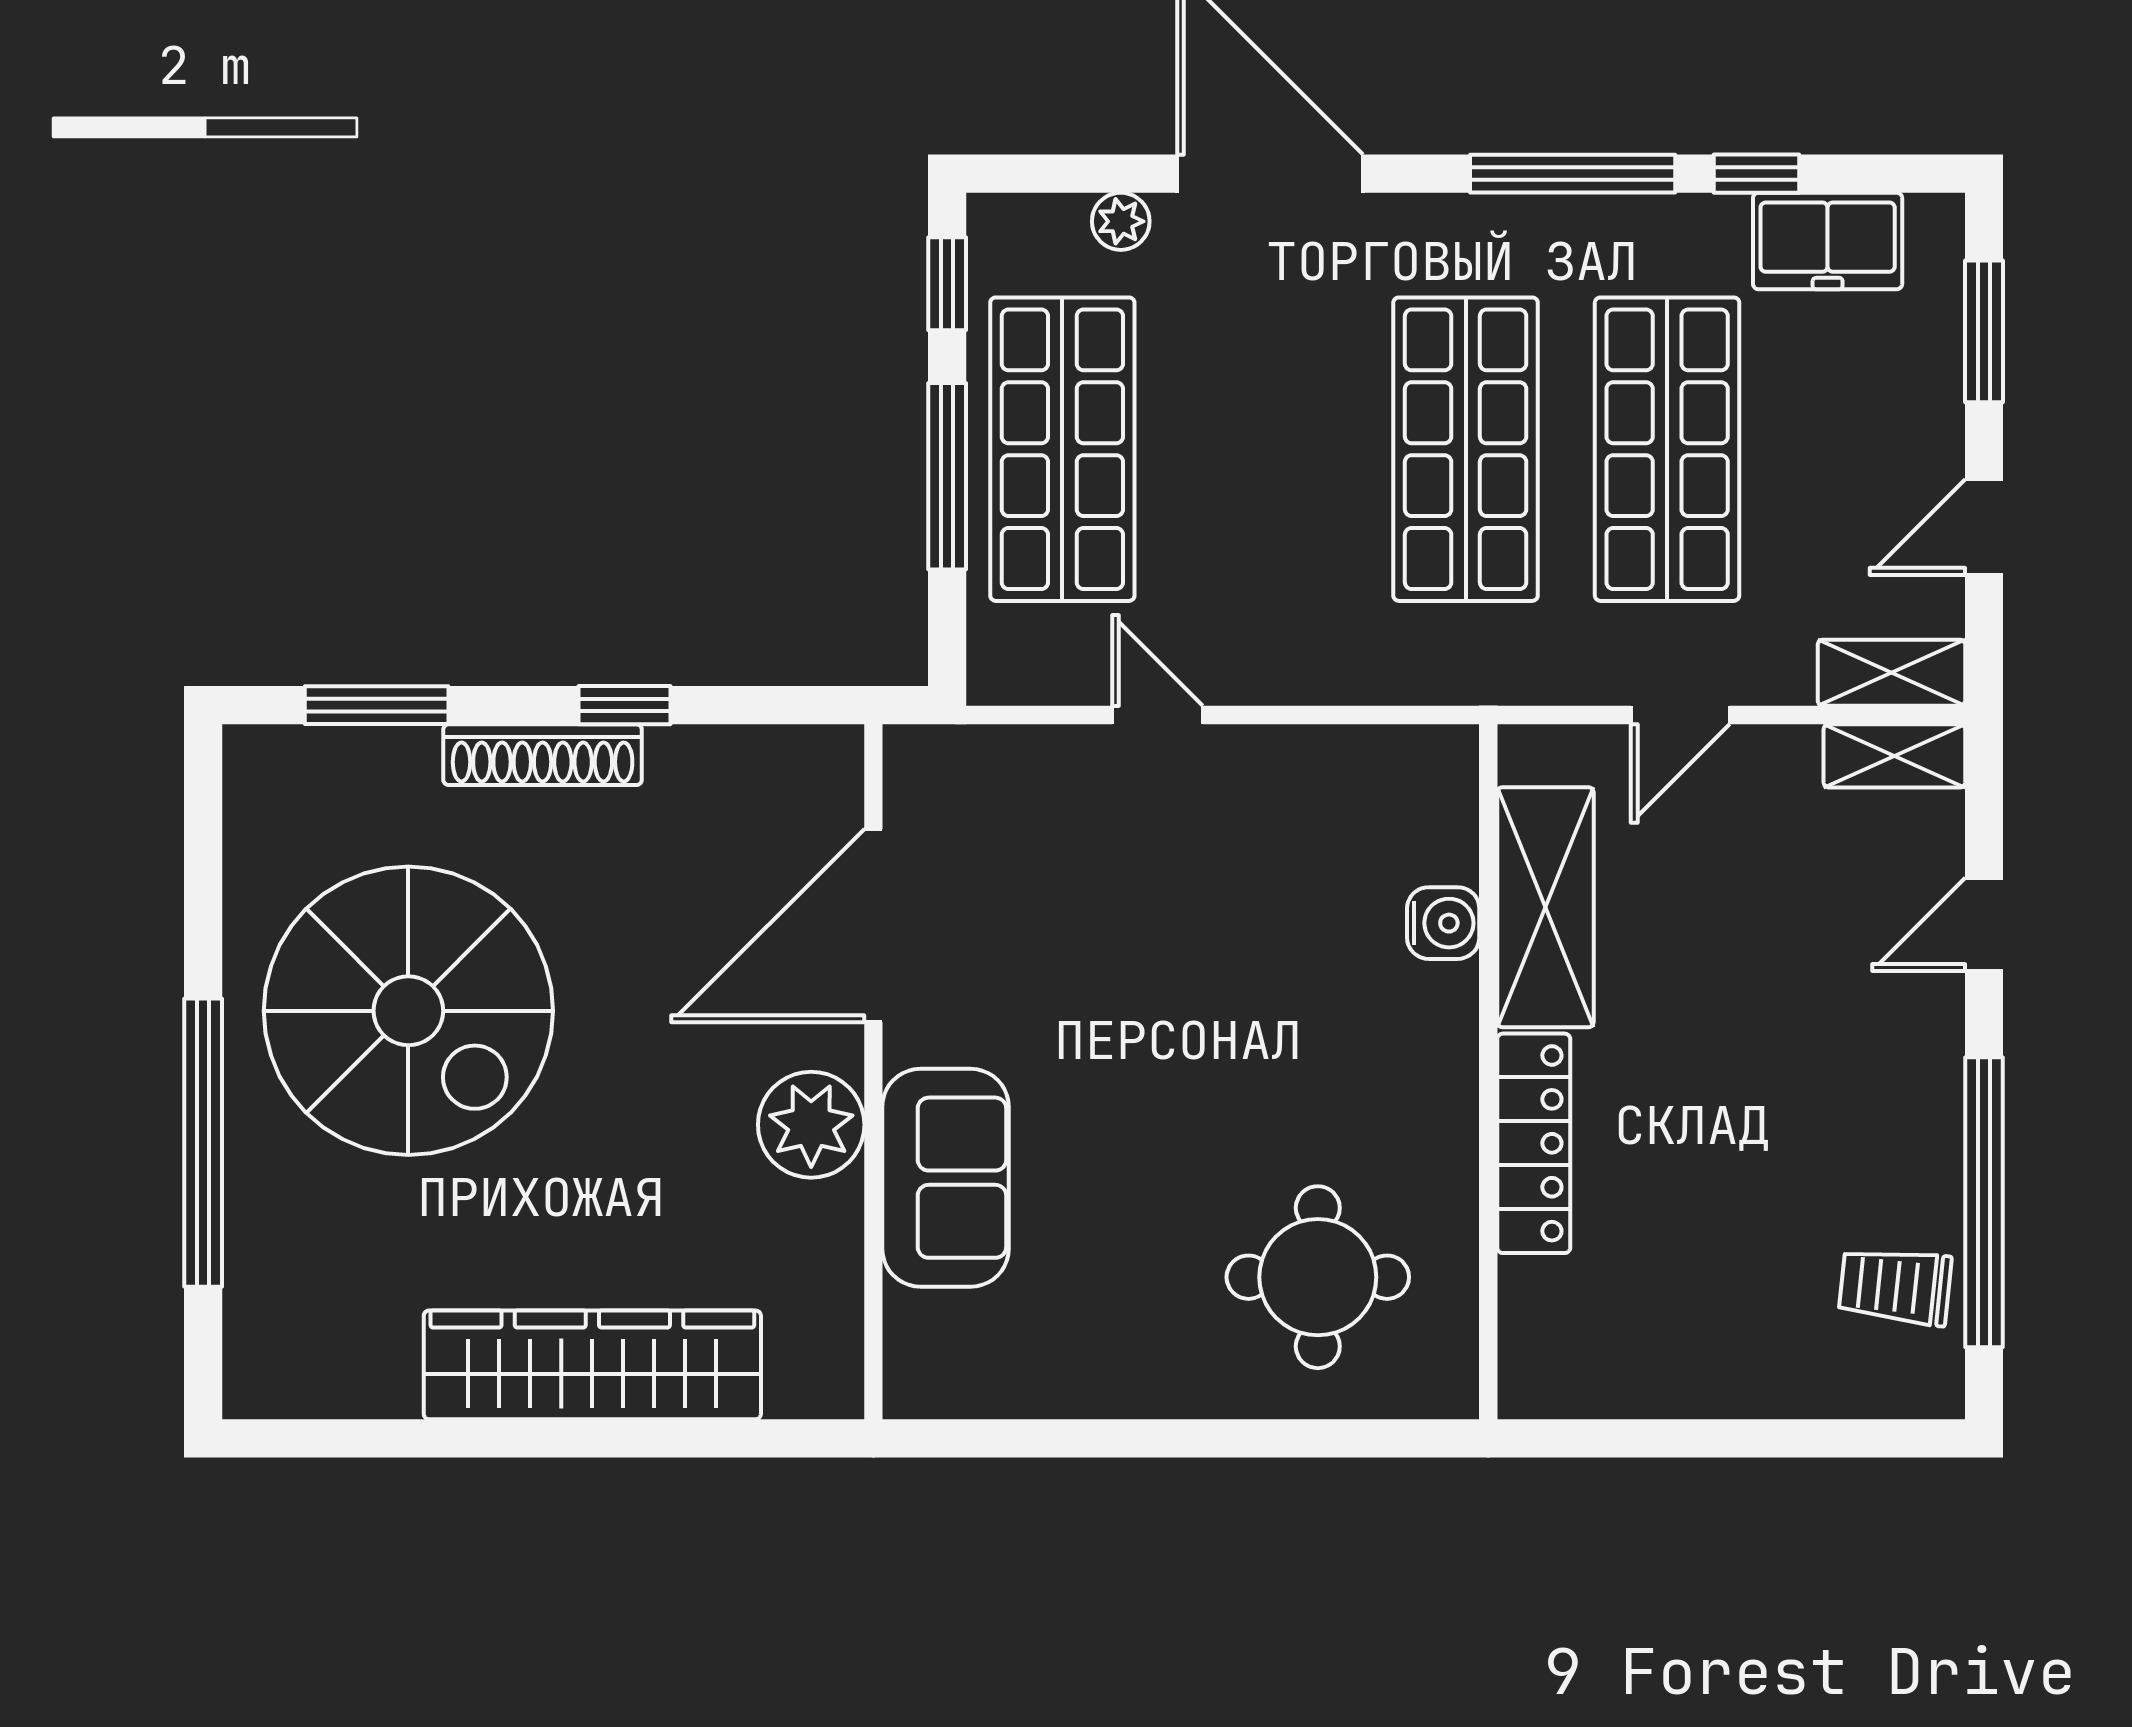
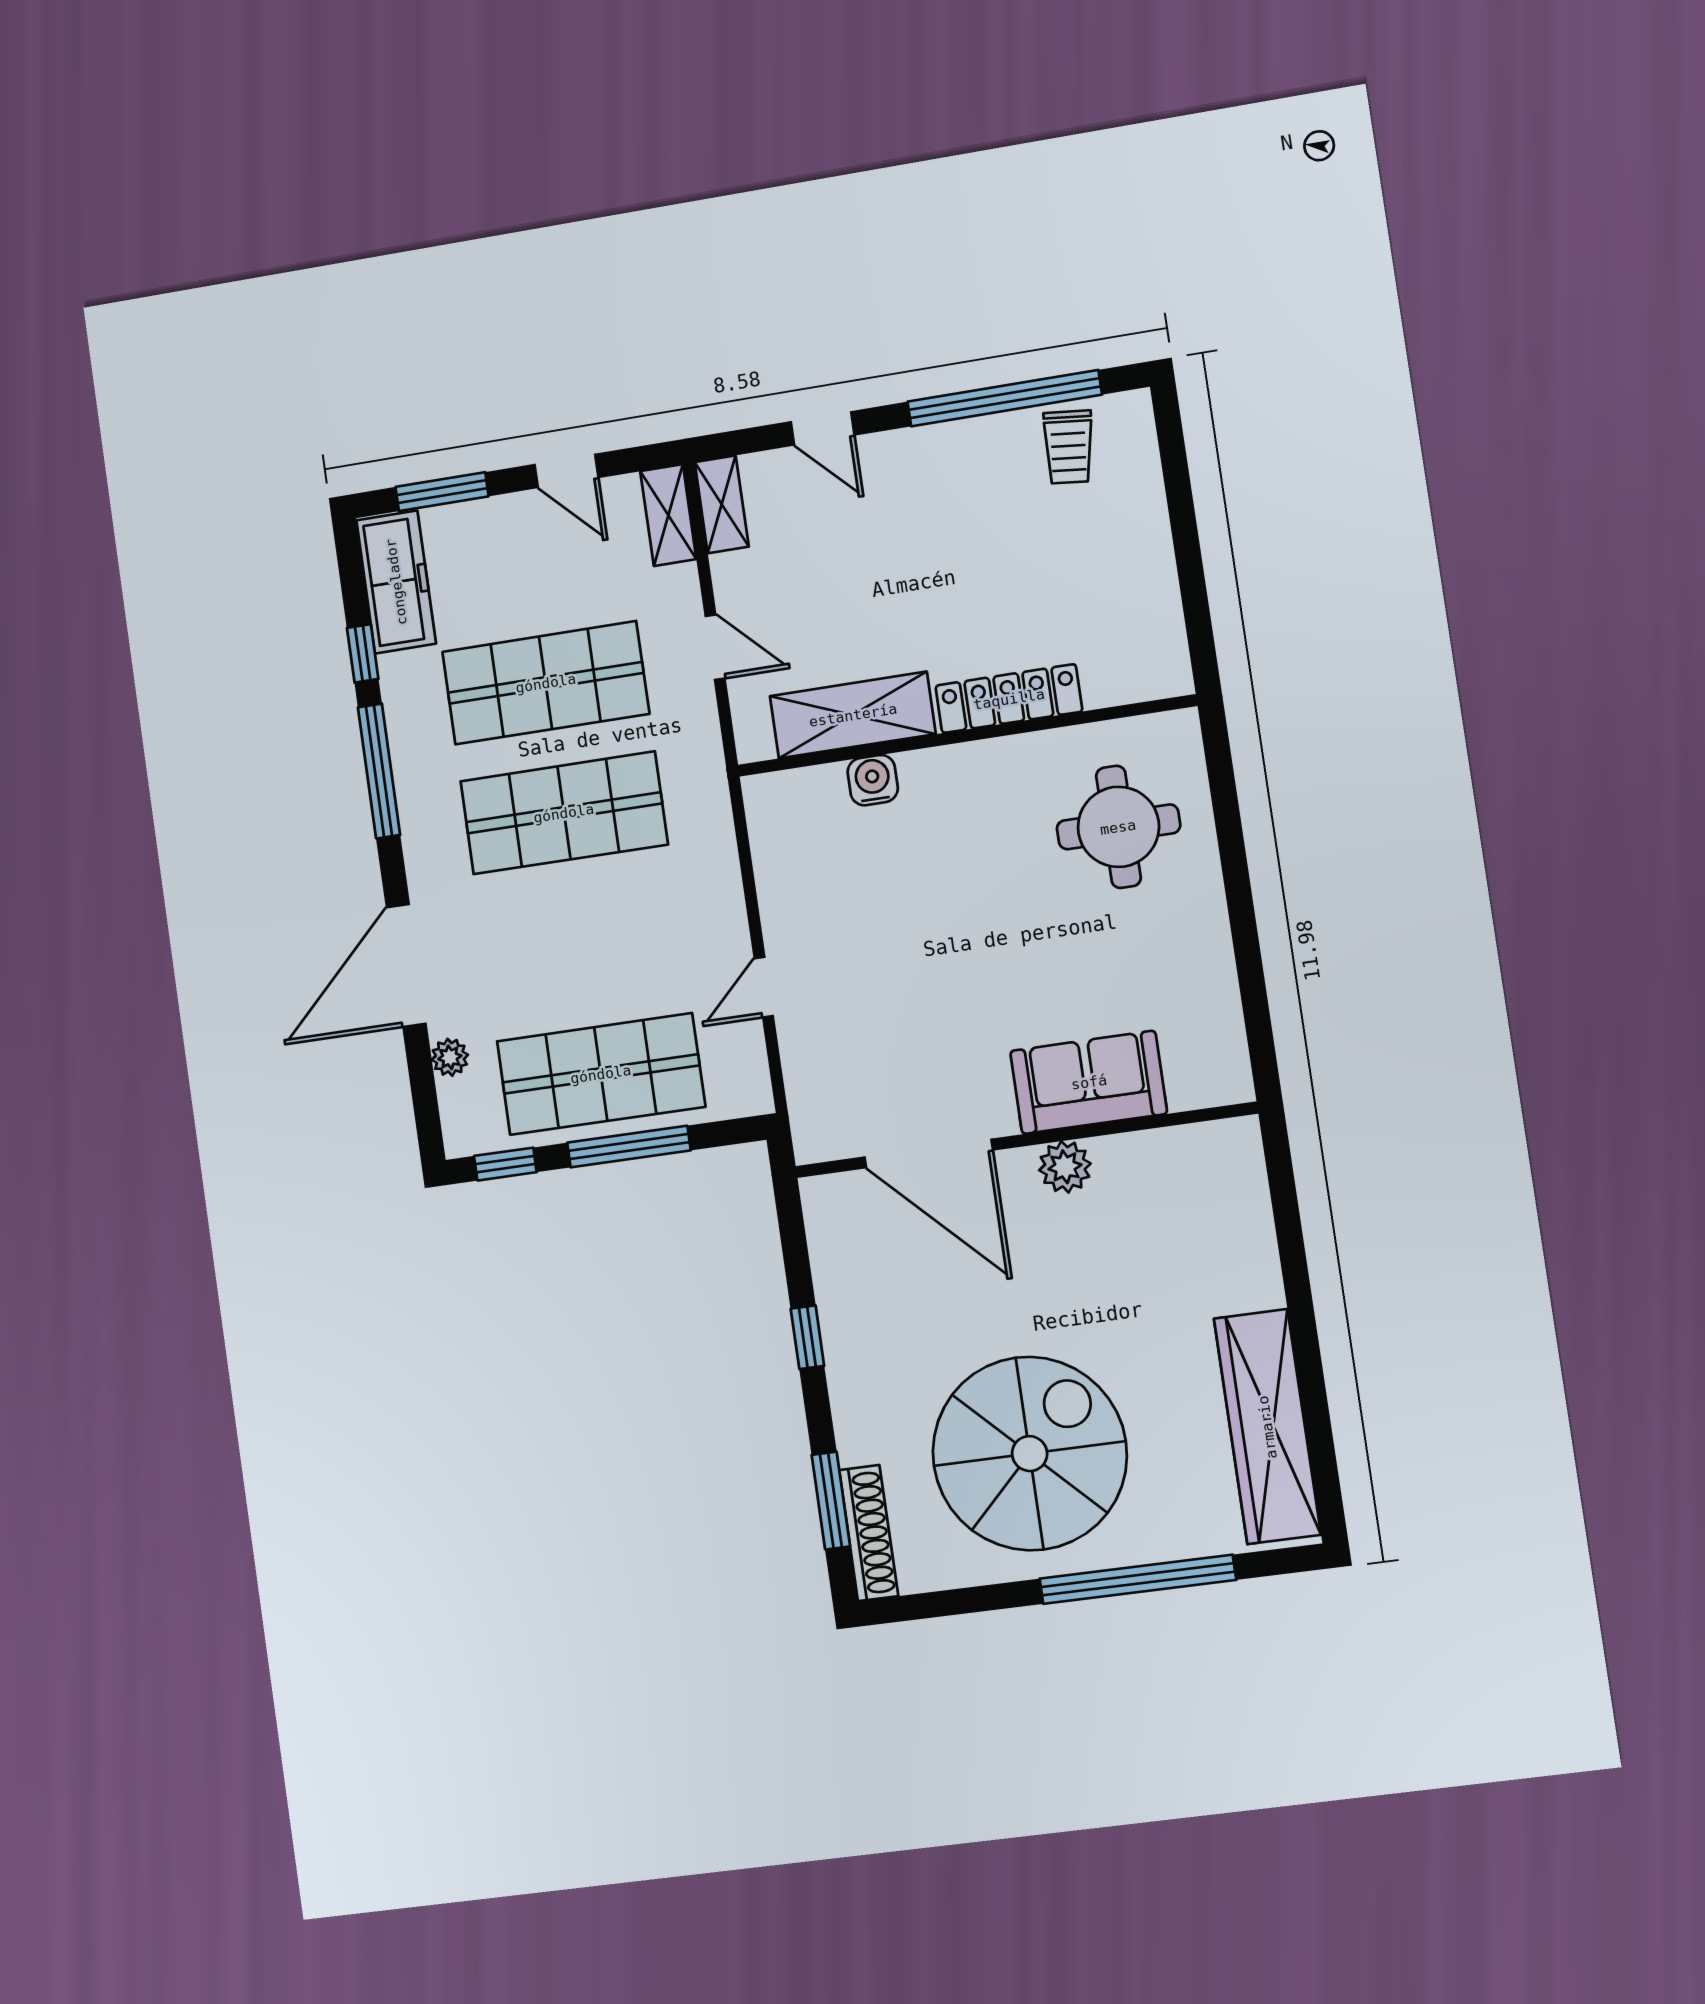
freezer: (1828, 241) -> (396, 582), width x1.40
shoe rack: (543, 755) -> (869, 1533), moved
plant: (811, 1125) -> (1065, 1167), width x0.73, depth x0.73
wardrobe: (592, 1365) -> (1267, 1427), moved

